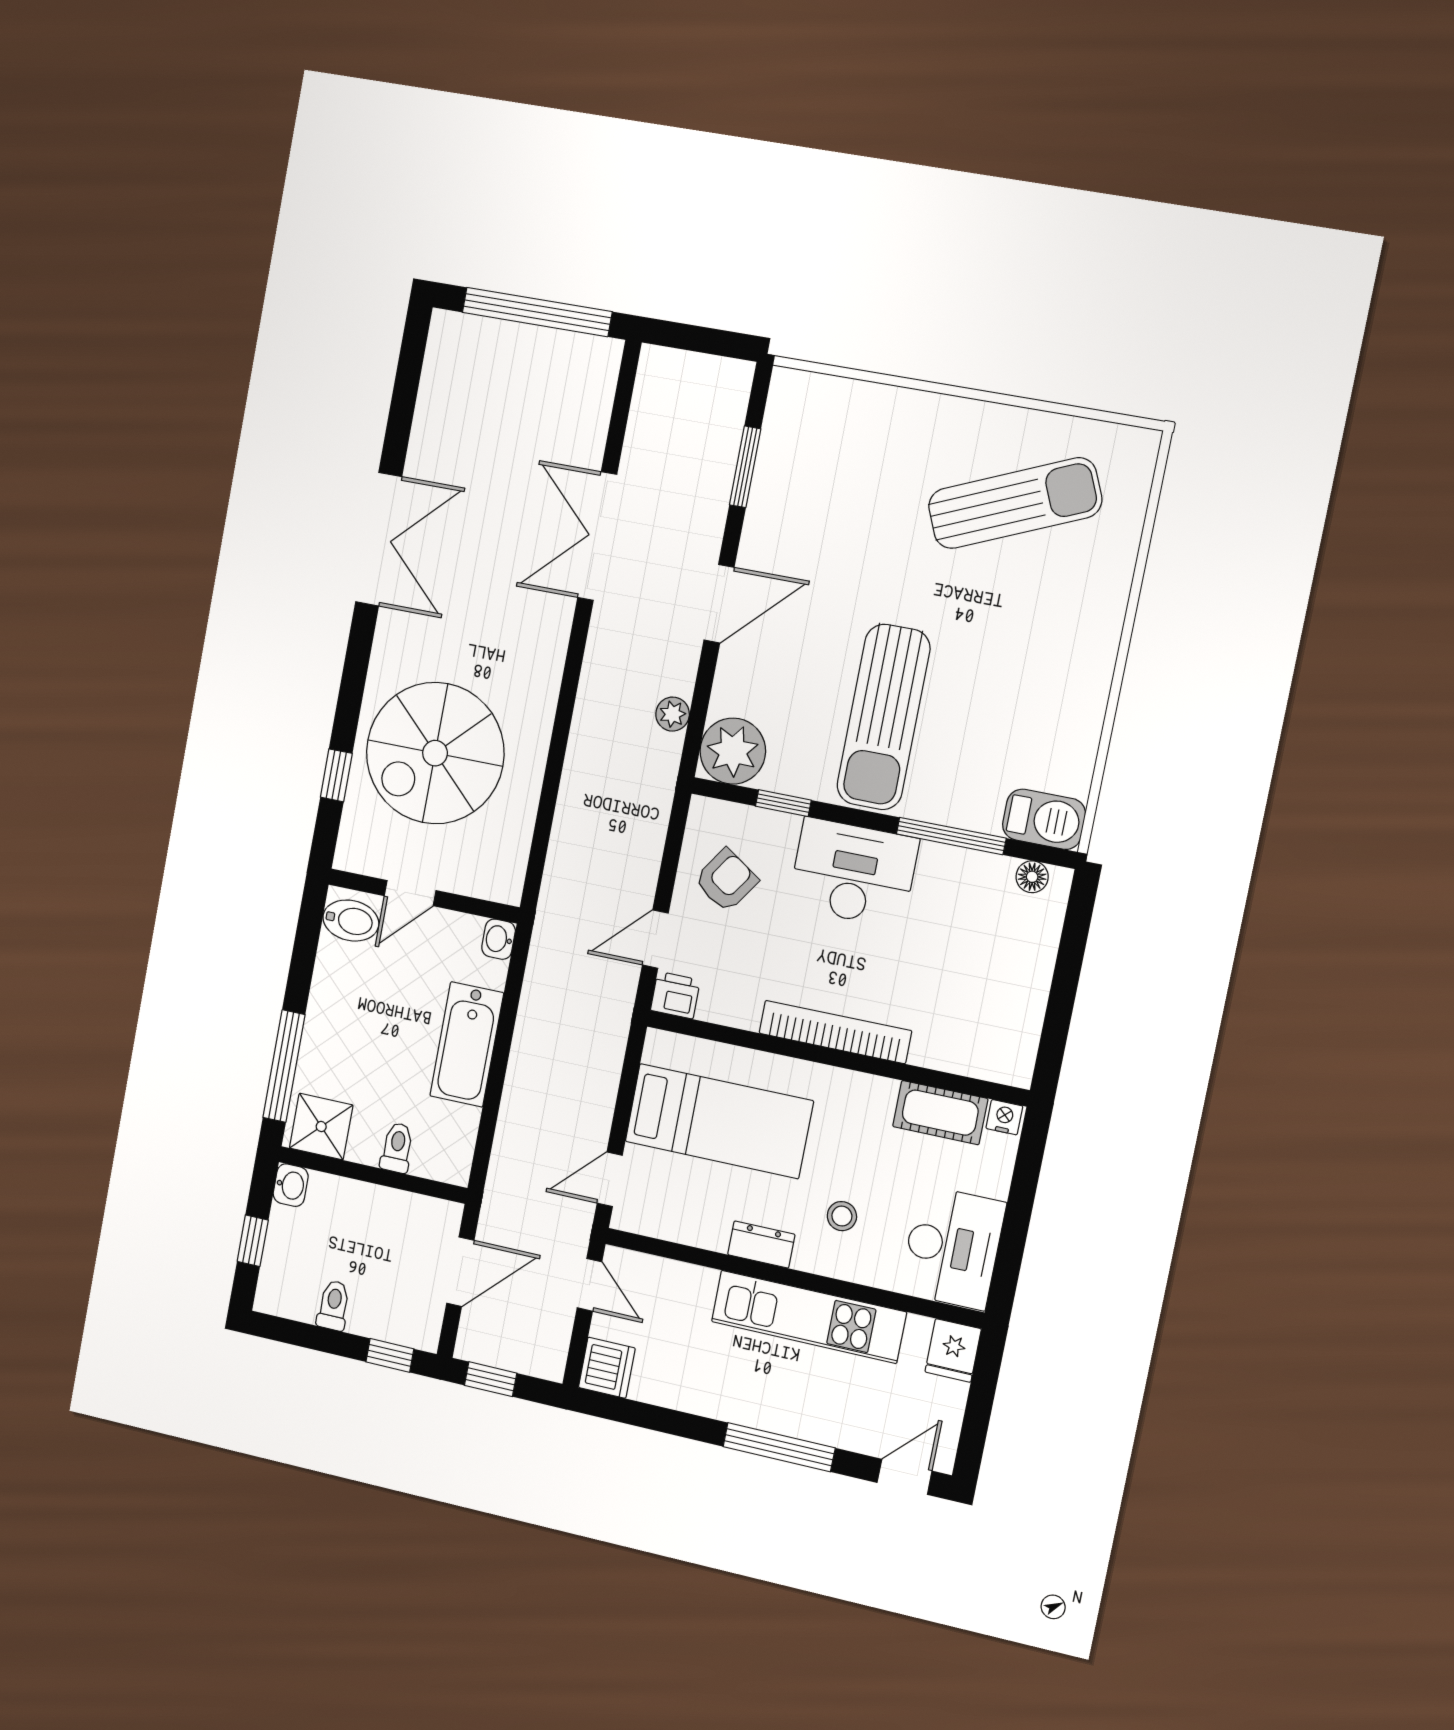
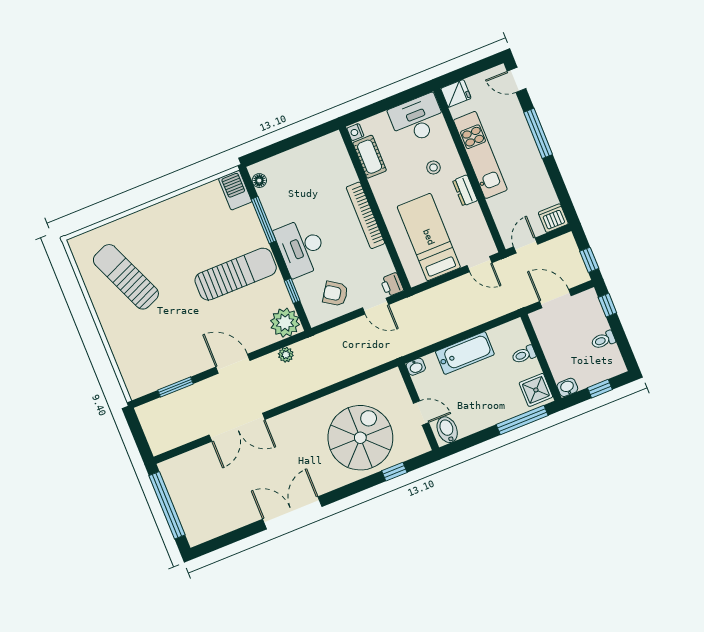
spiral stairs: (435, 753) -> (360, 438), turned -90

